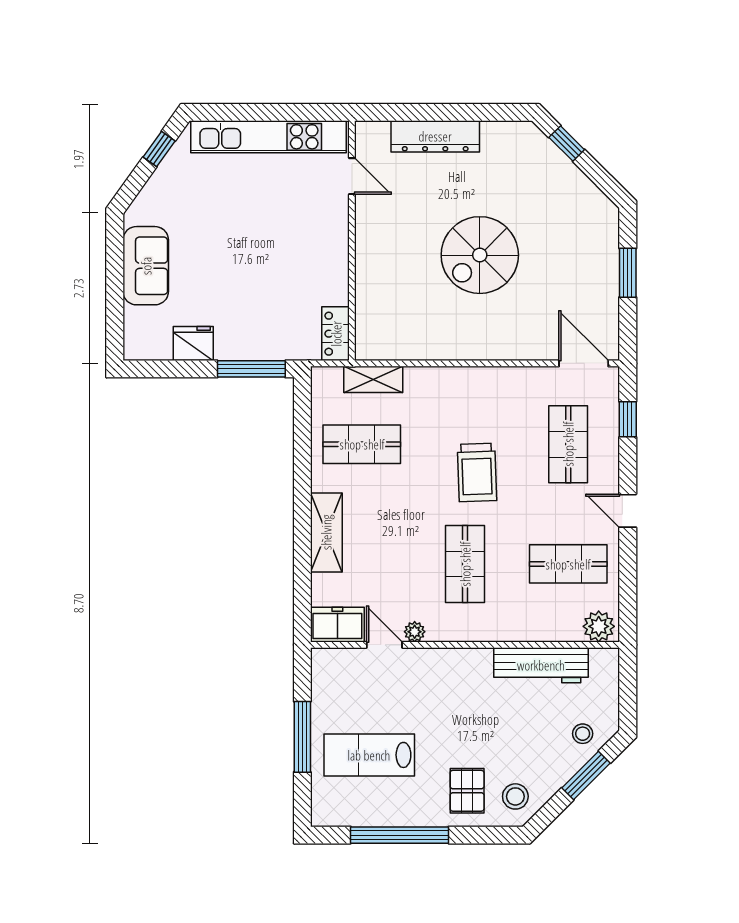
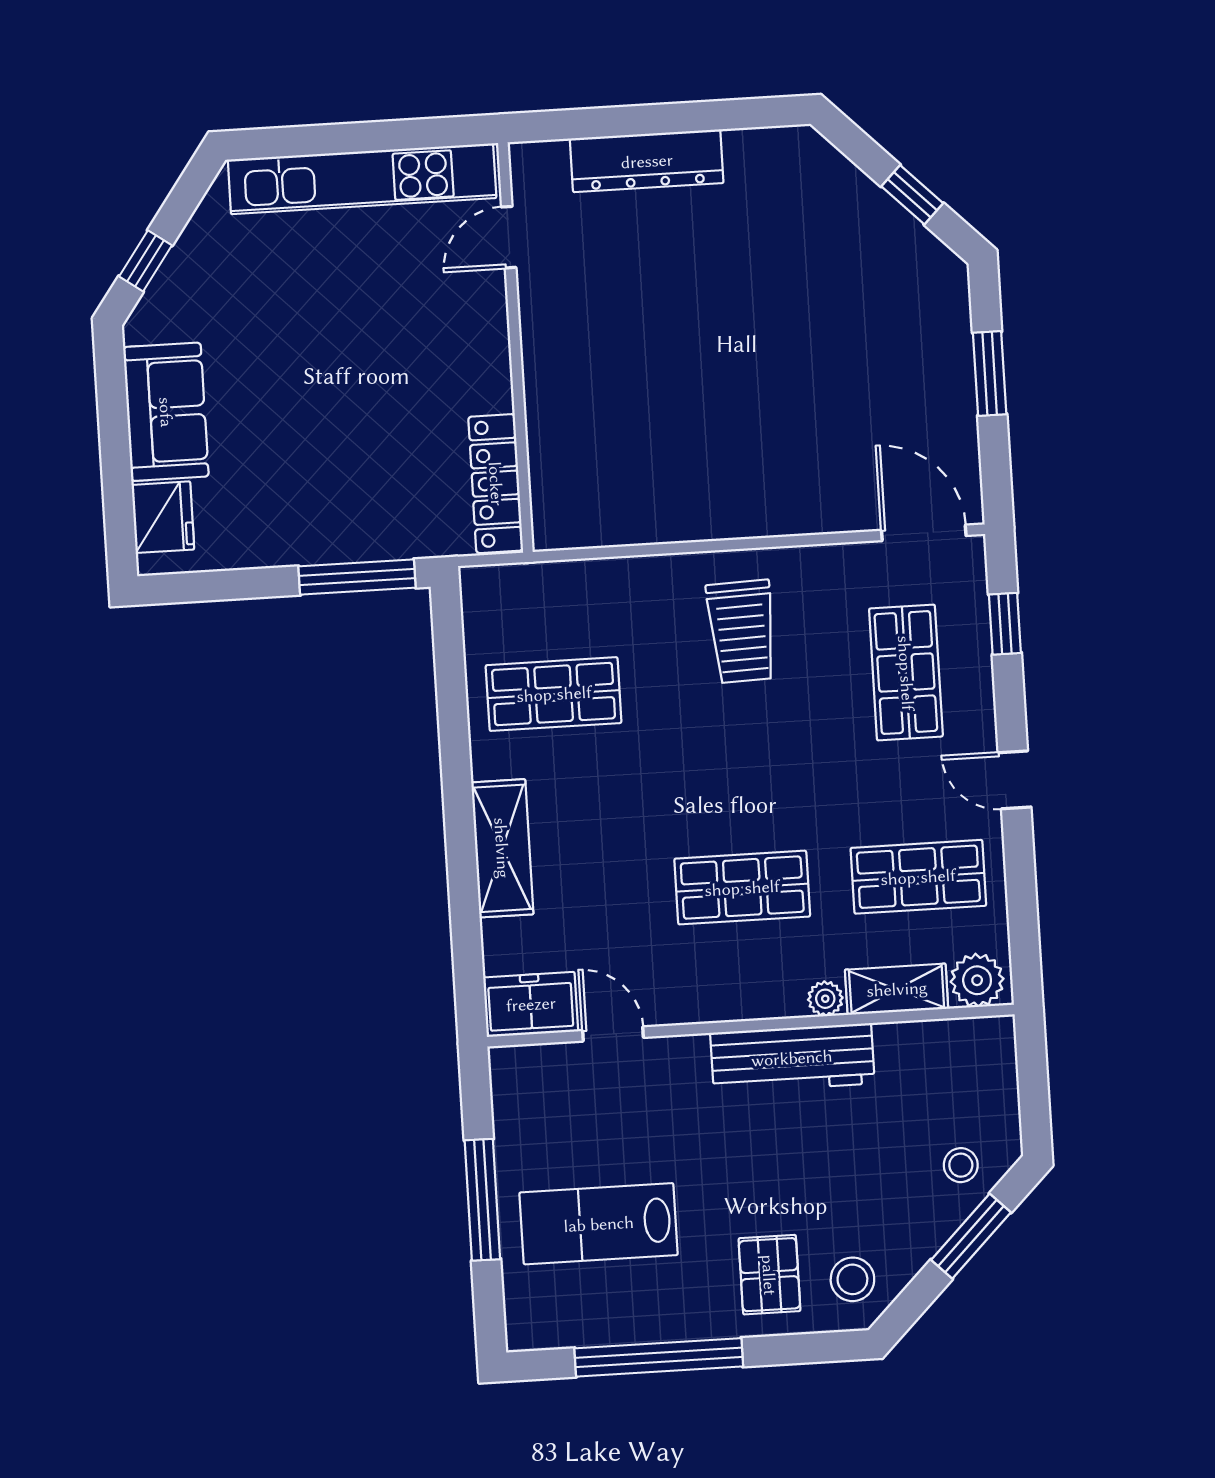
window: (567, 144) -> (912, 195), moved
window: (159, 149) -> (145, 261), moved
door: (352, 176) -> (509, 237), swing flipped
spiral stairs: (480, 255) -> (735, 359), removed
locker: (336, 334) -> (496, 484), width x1.53
fridge: (193, 344) -> (163, 517), moved, turned 90
shelving: (373, 379) -> (897, 989), moved
trolley: (477, 472) -> (742, 631), moved
shop shelf: (465, 564) -> (742, 888), turned 90
plant: (415, 632) -> (825, 999), moved
workbench: (541, 665) -> (792, 1058), moved

